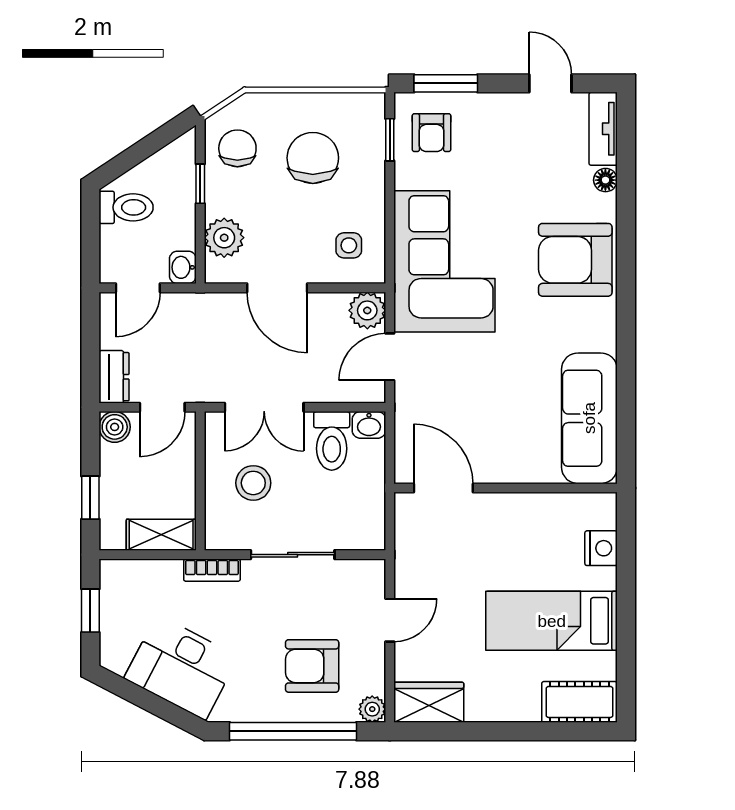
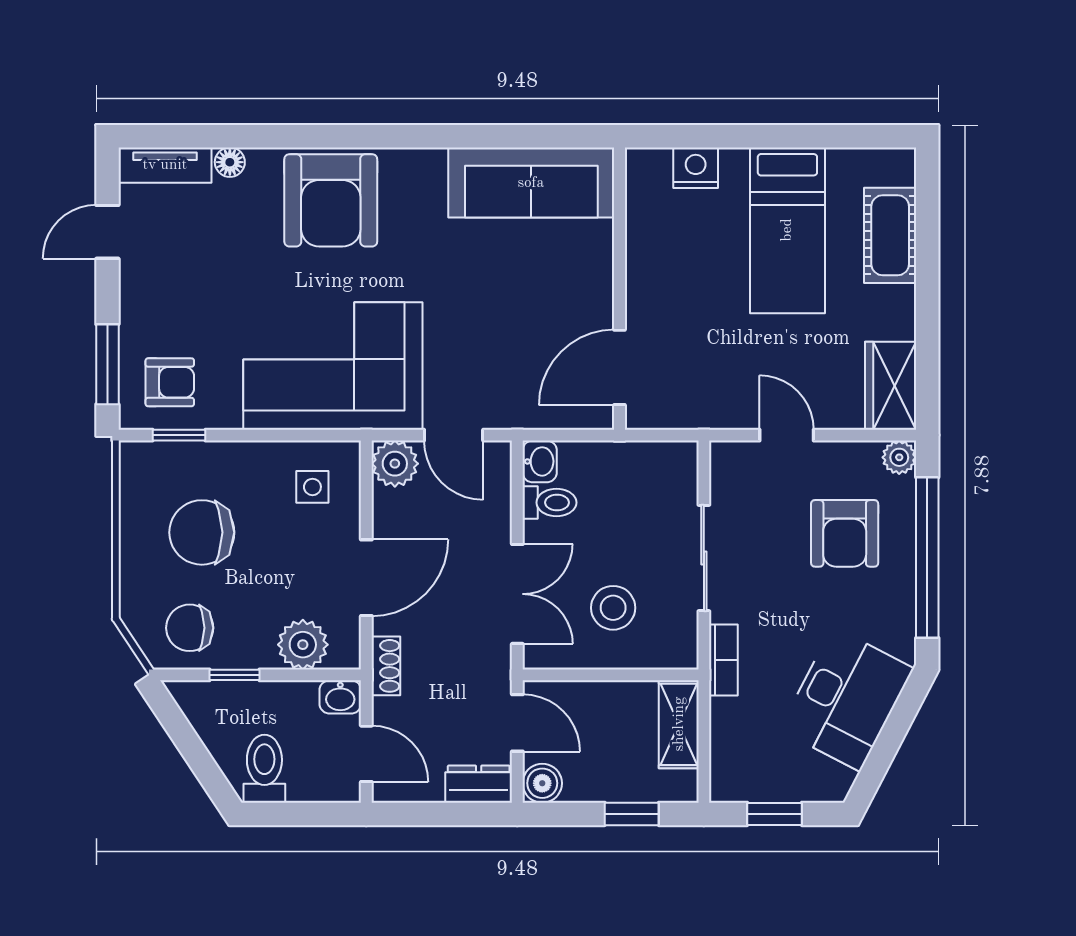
shoe rack: (207, 303) -> (386, 666), added
toilet: (332, 441) -> (549, 503), width x0.73, depth x0.72
cot: (579, 702) -> (890, 235), moved

